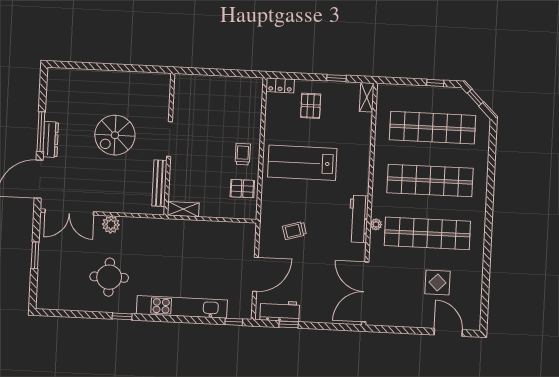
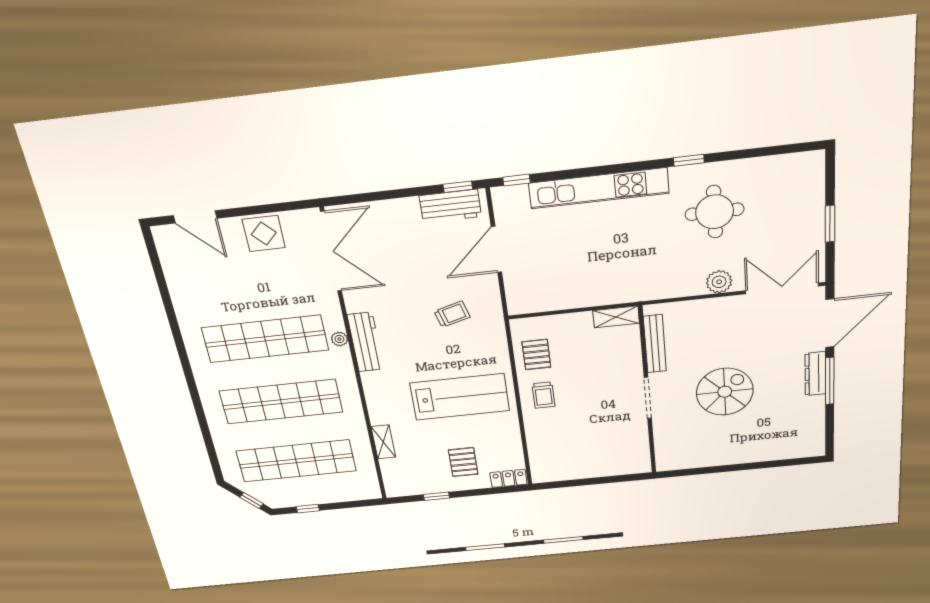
shelving: (367, 97) -> (383, 442), moved
pallet: (242, 189) -> (536, 354), turned 90
display table: (437, 283) -> (264, 234), moved
window: (289, 324) -> (458, 187), moved

